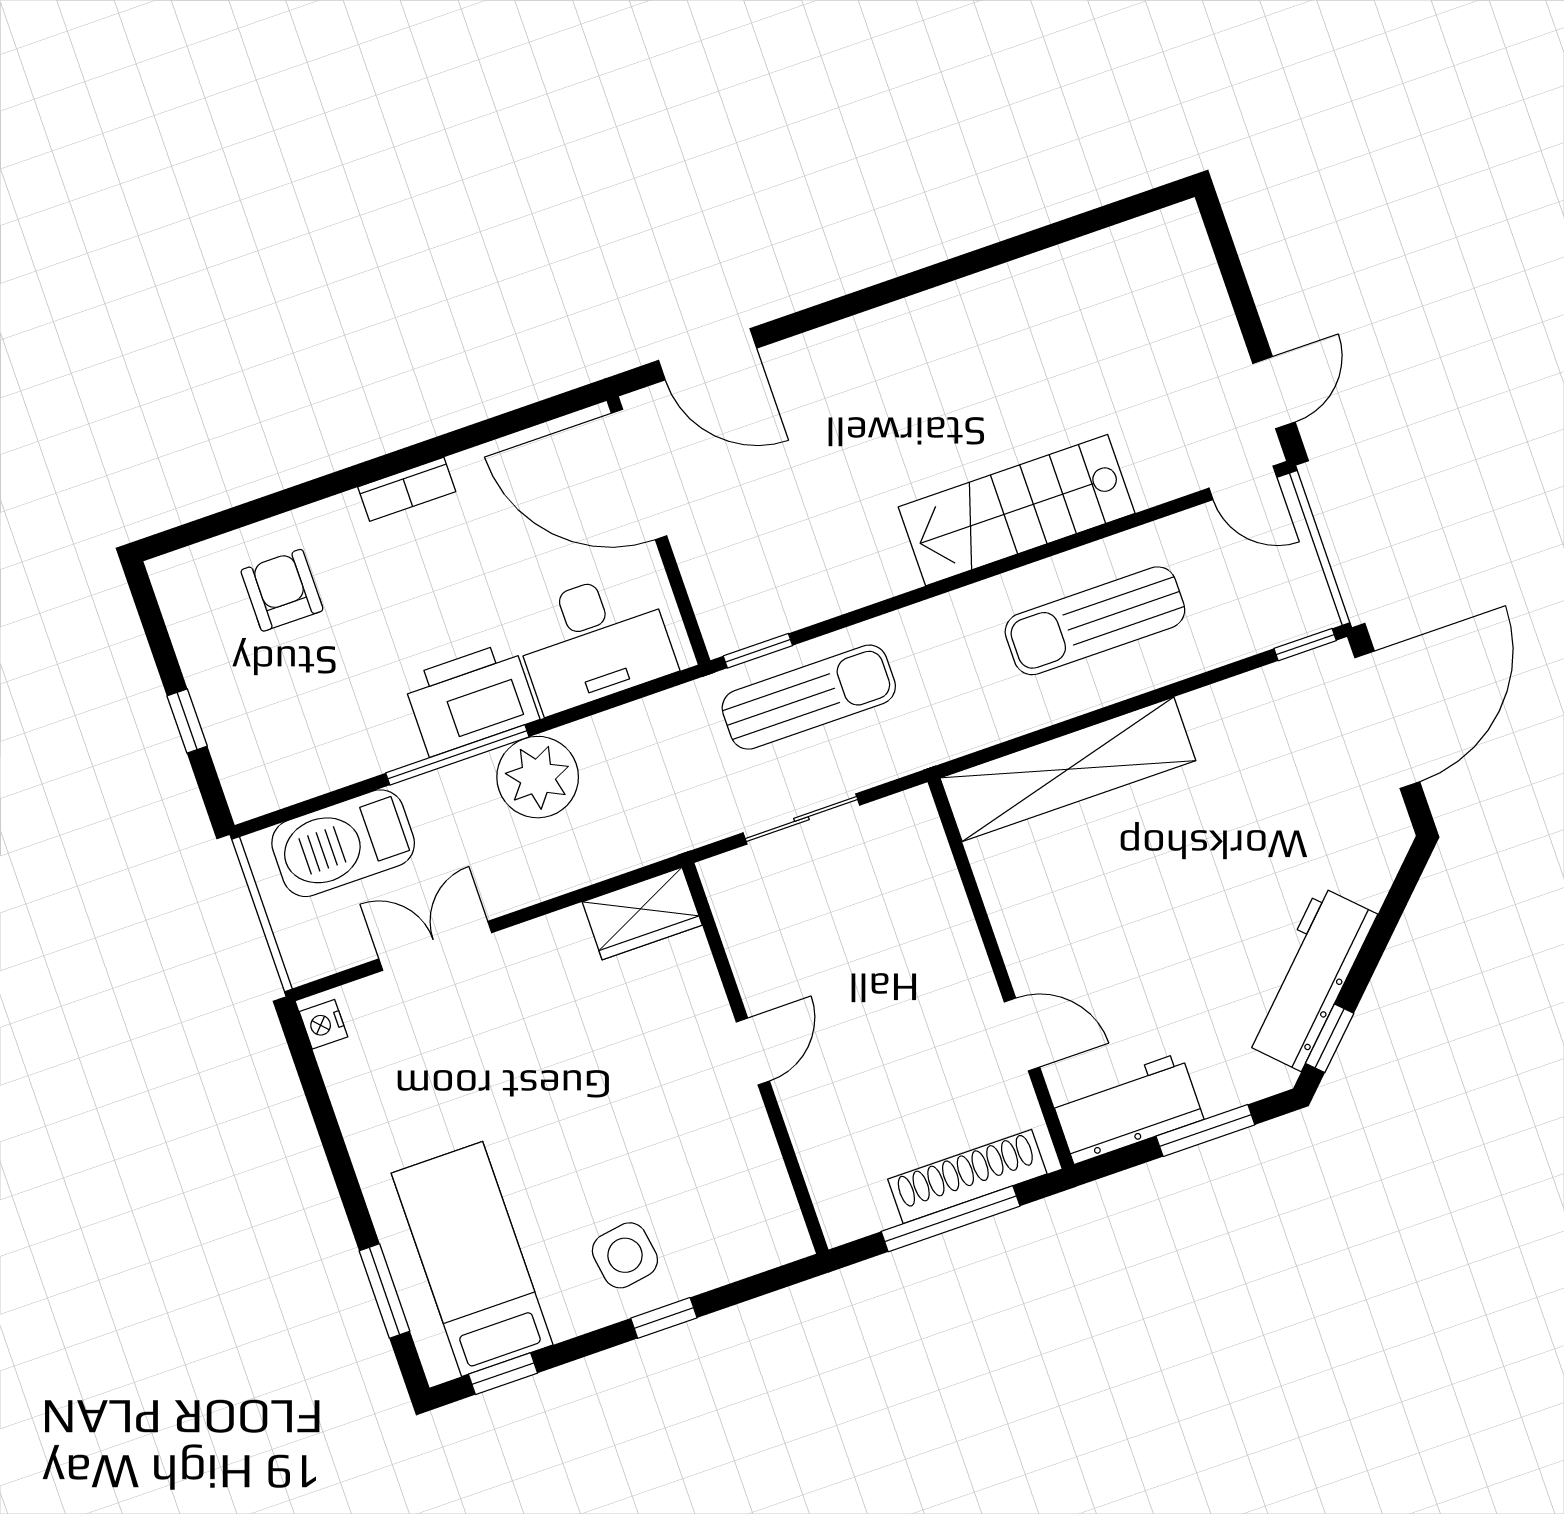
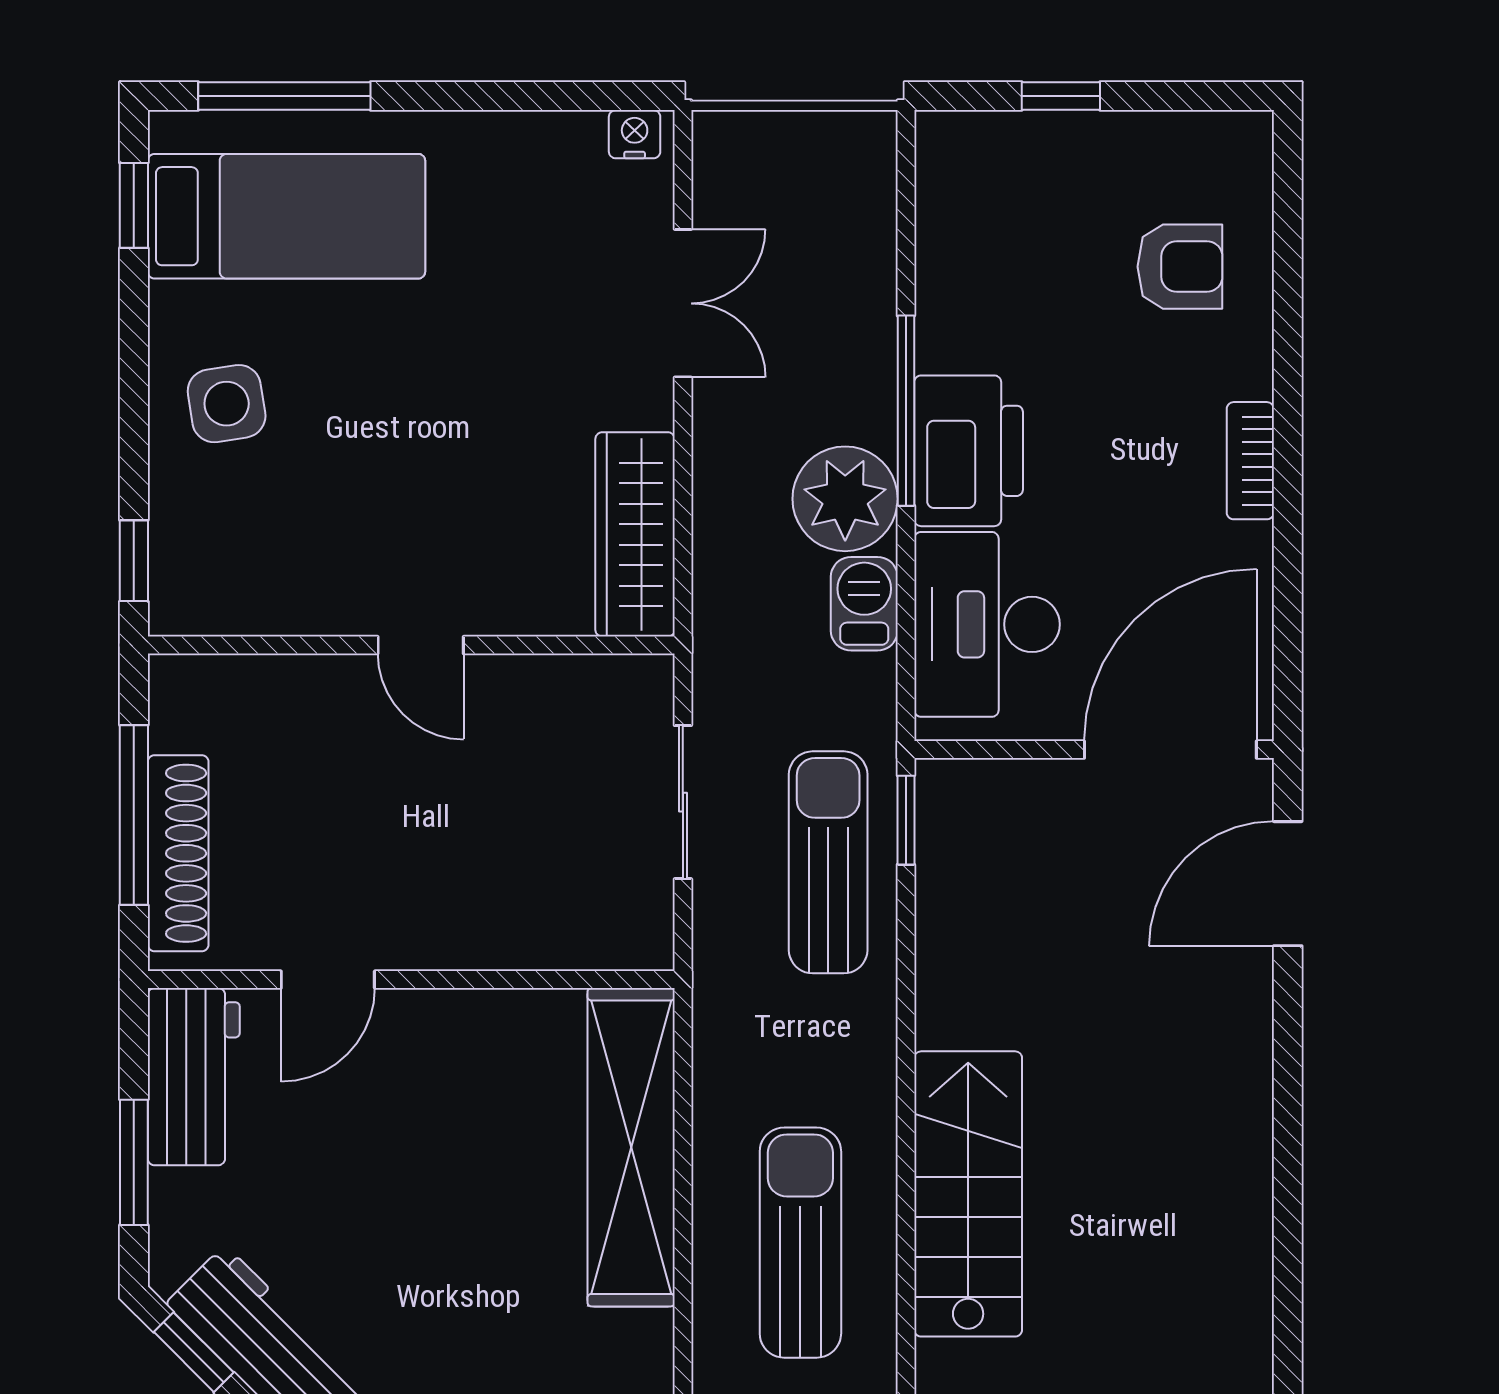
sun lounger: (809, 697) -> (828, 862), turned 180
barbecue: (343, 843) -> (864, 604), moved, width x0.53, depth x0.65
wardrobe: (642, 914) -> (635, 534), width x1.50
window: (384, 1291) -> (284, 96), width x1.44
window: (664, 1318) -> (134, 561), moved

